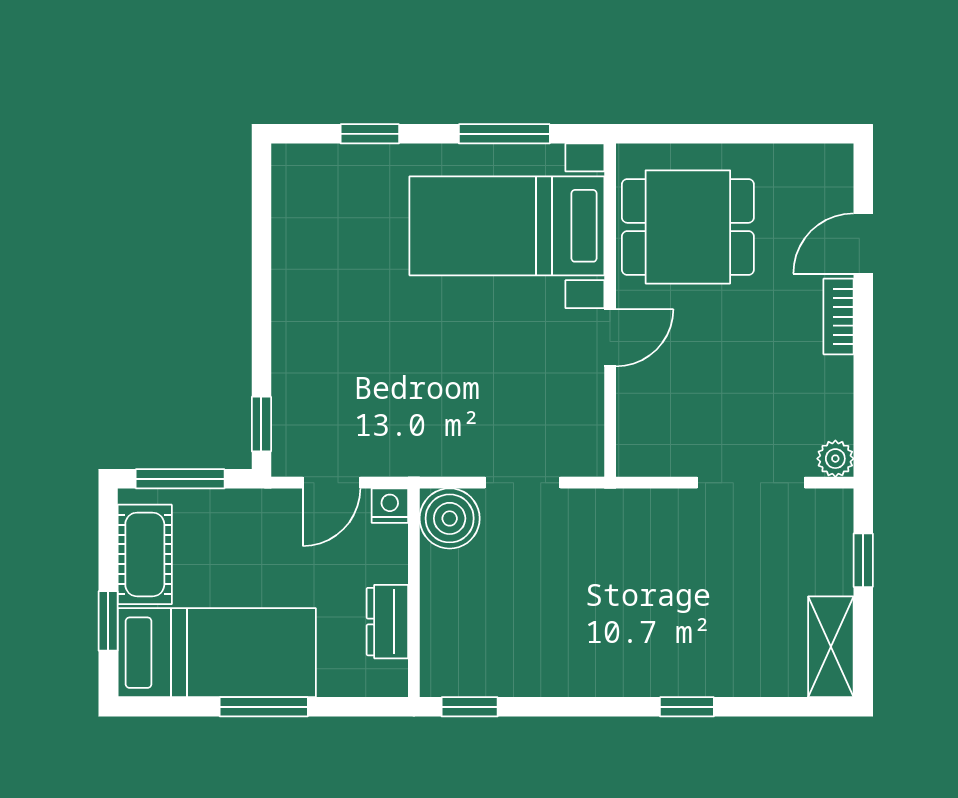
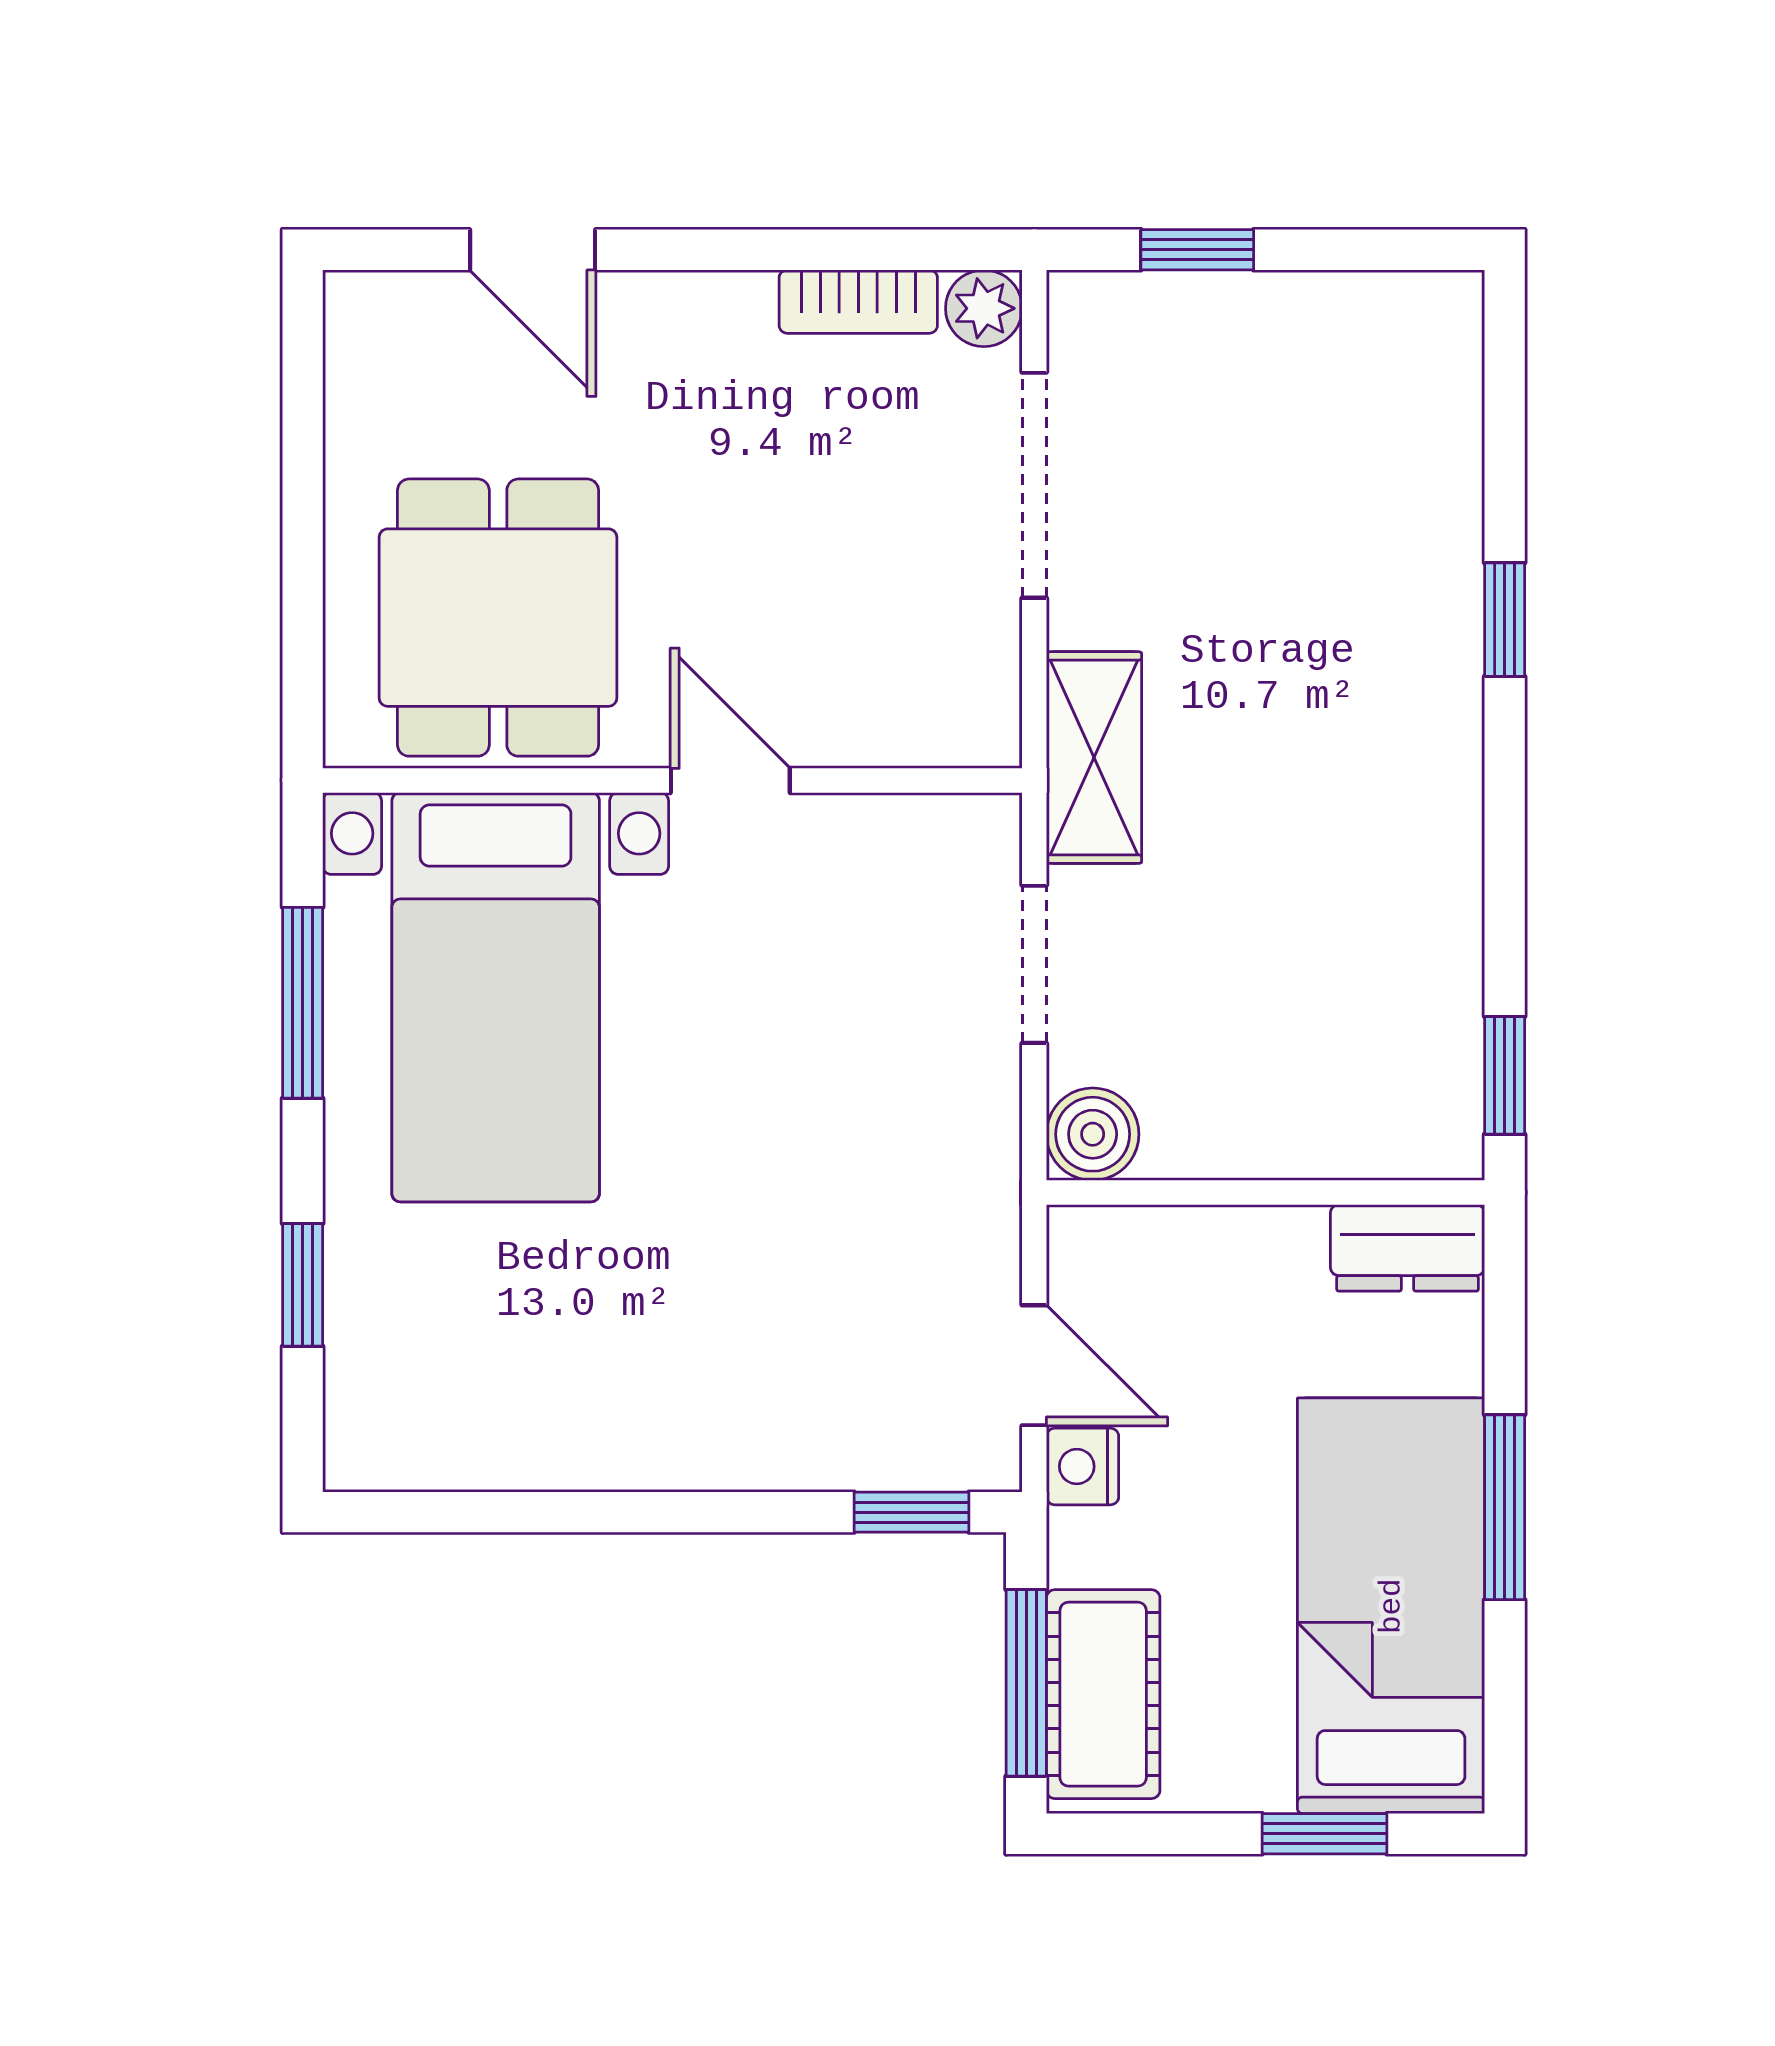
bookcase: (839, 317) -> (858, 302), moved
nightstand: (390, 506) -> (1083, 1467), moved
boiler: (450, 518) -> (1093, 1134), width x0.73, depth x0.73
cot: (145, 554) -> (1103, 1694), moved, turned 90
dresser: (387, 622) -> (1408, 1248), moved
shelving: (831, 647) -> (1094, 758), moved, turned 90

